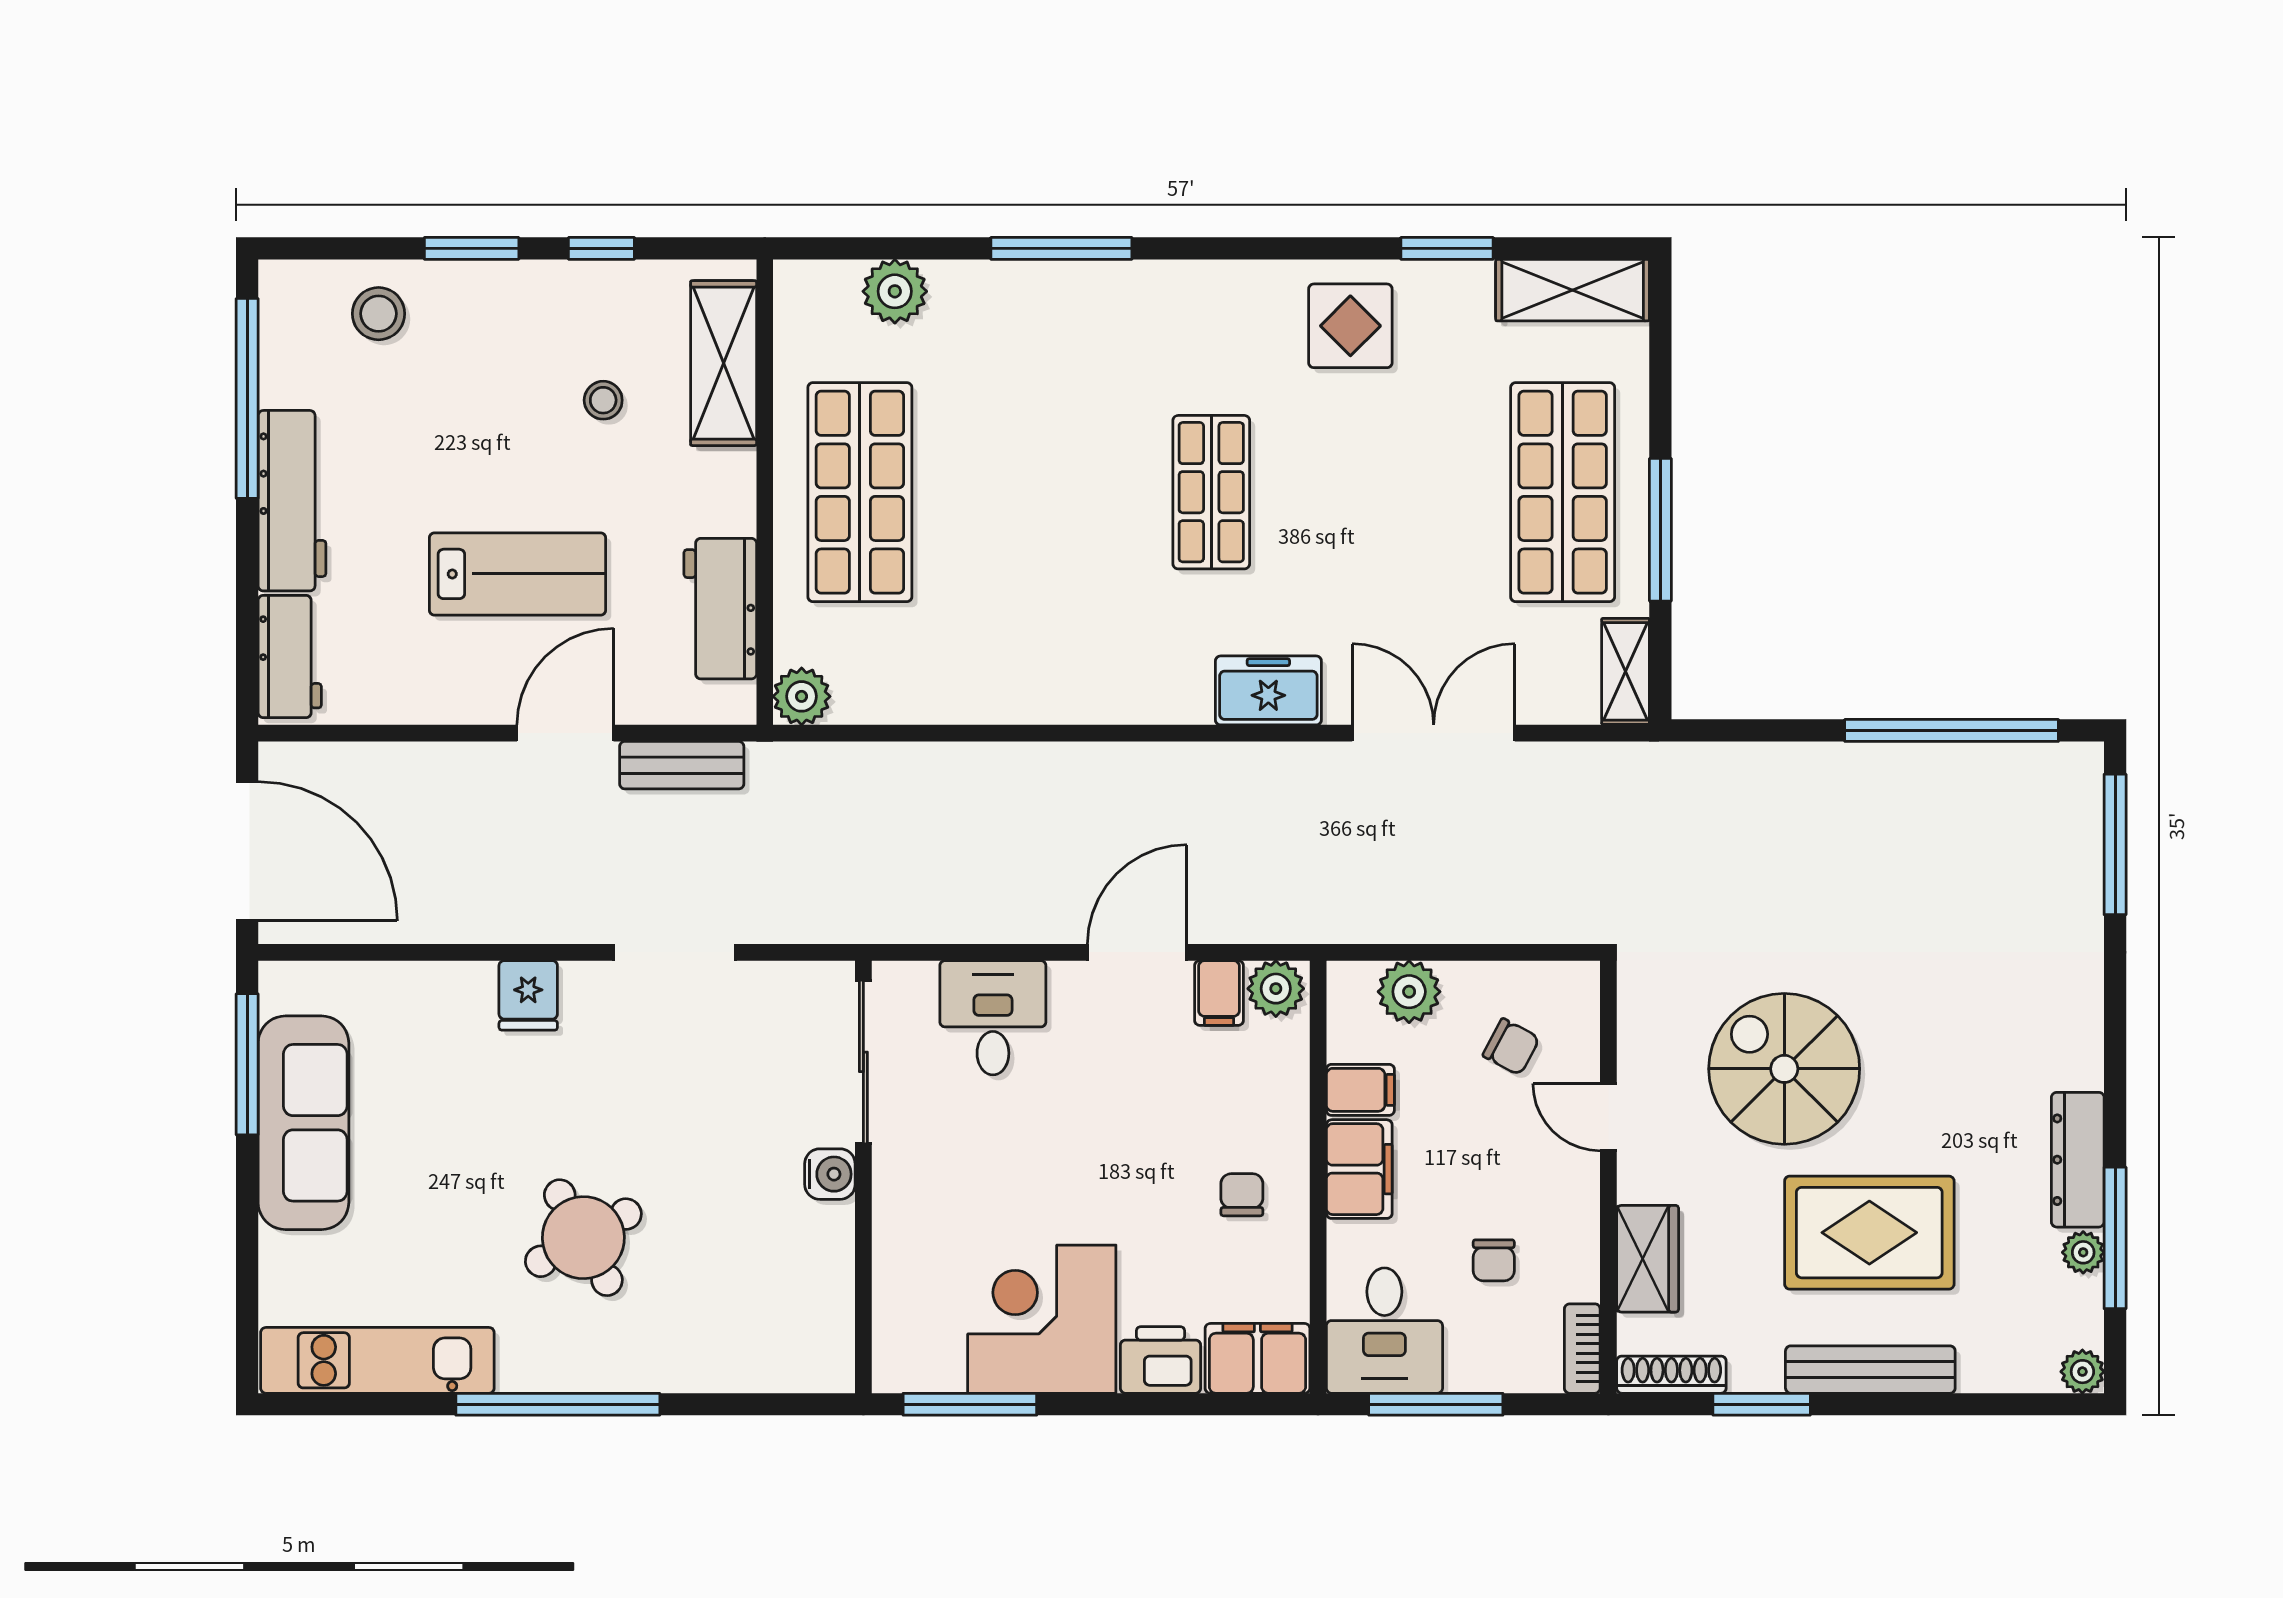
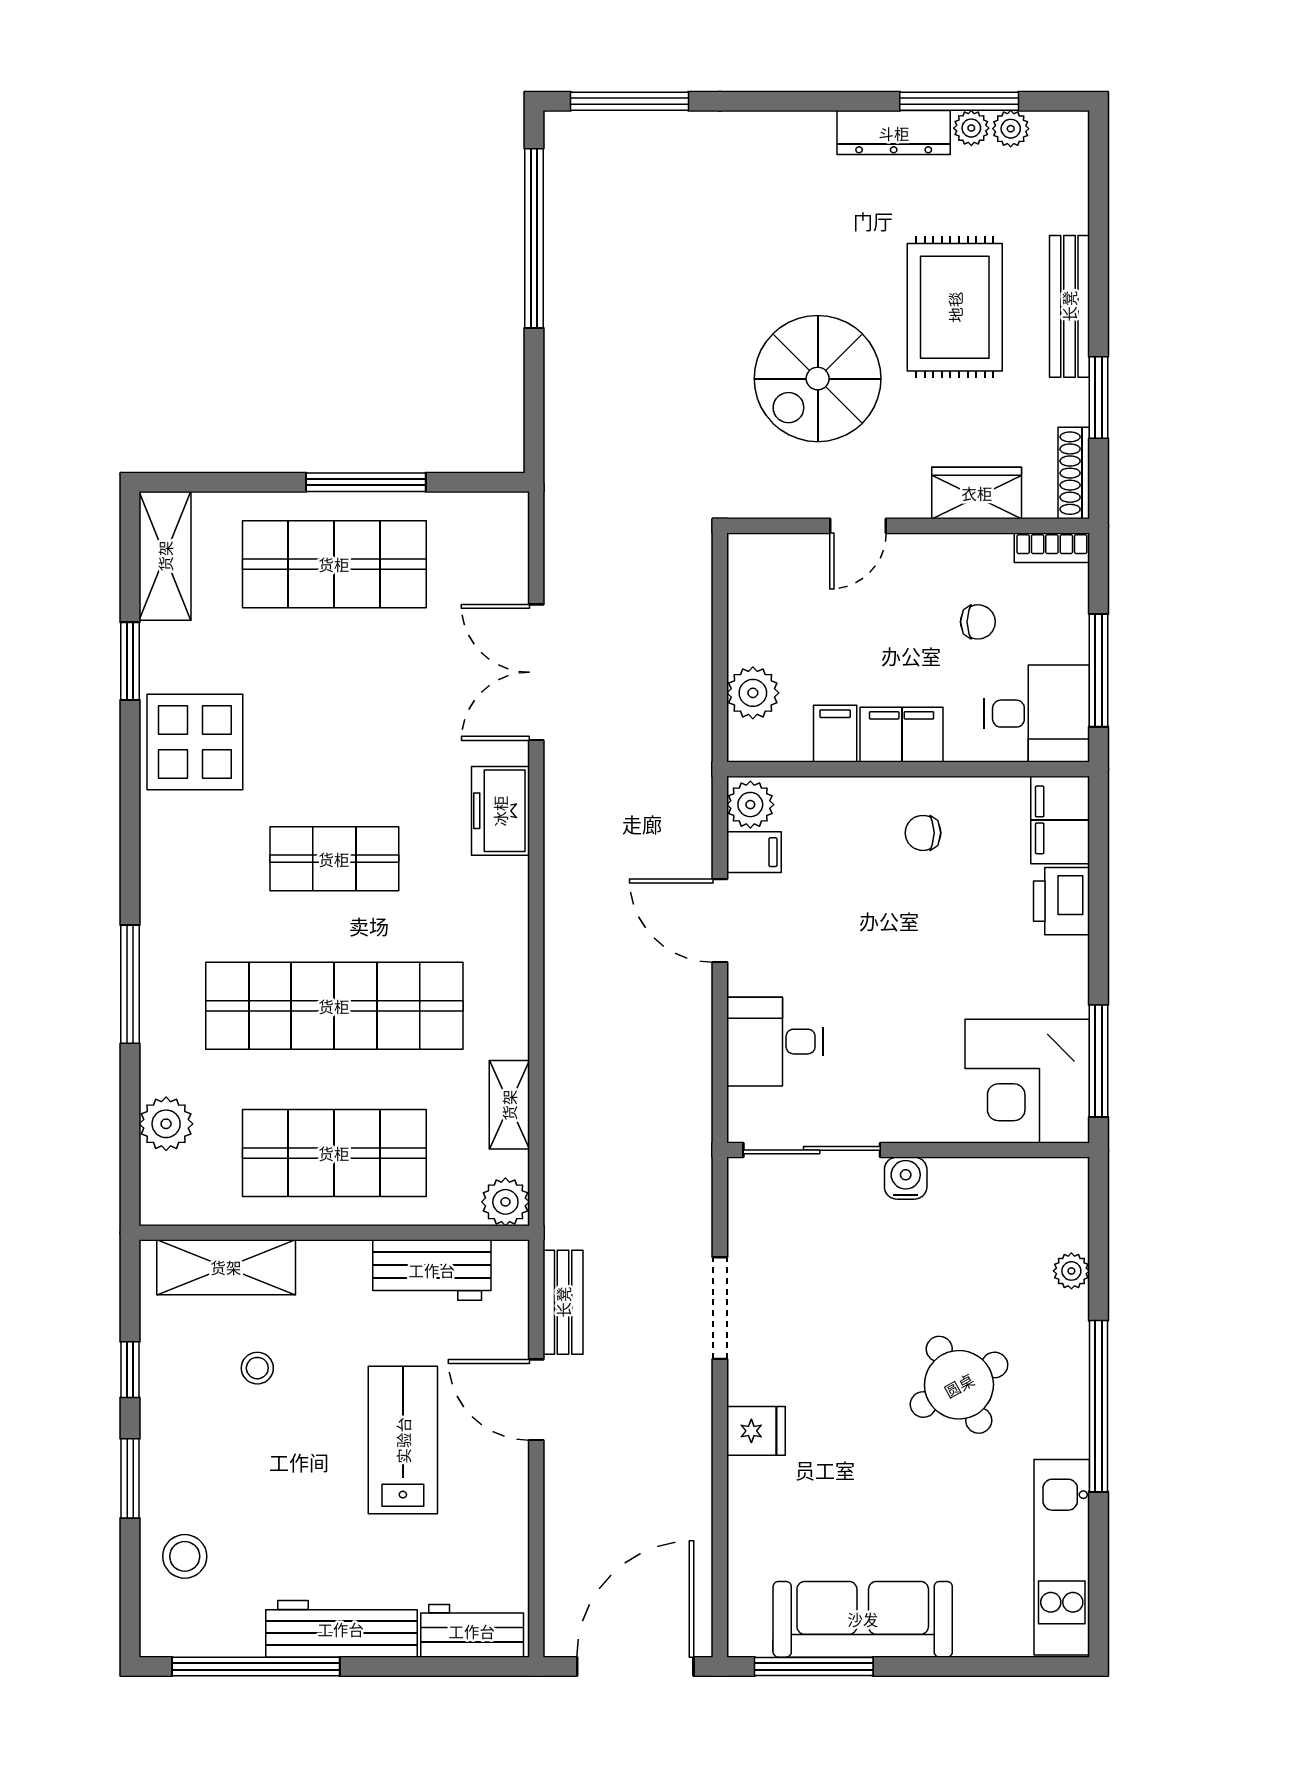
display table: (1350, 326) -> (195, 742), width x1.36, depth x1.36
shop shelf: (1036, 492) -> (334, 1006), added
shelving: (1626, 671) -> (509, 1105), moved, turned 90
chair: (1511, 1047) -> (799, 607), removed
corner desk: (1042, 1319) -> (1027, 1081), moved
plant: (719, 1372) -> (1071, 1271), added
plant: (2082, 1372) -> (1011, 129), moved

